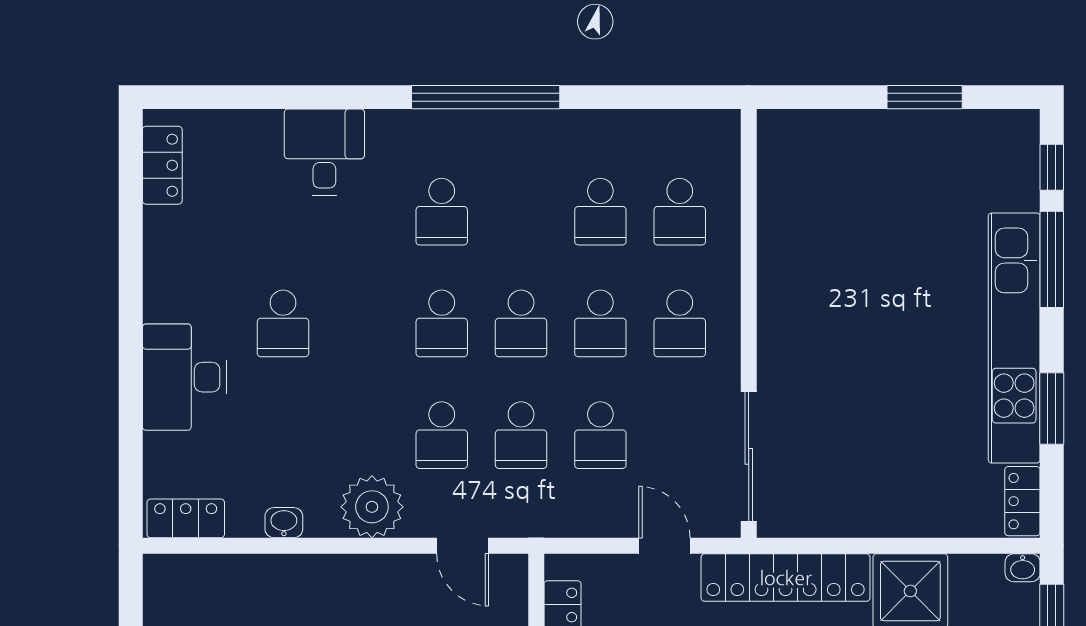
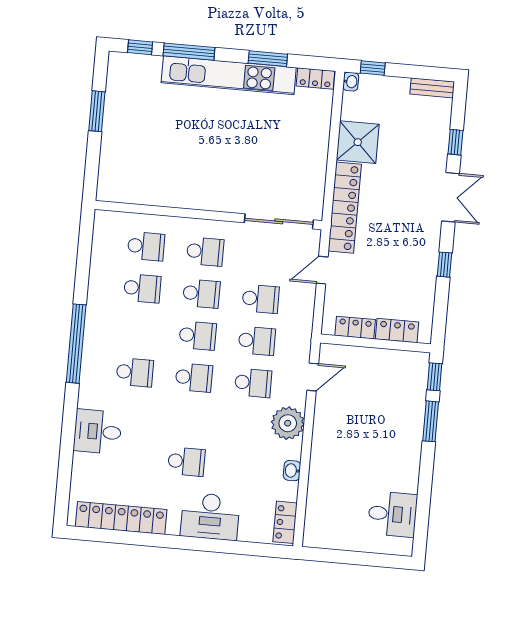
locker: (162, 165) -> (121, 518), width x2.16, depth x1.21

